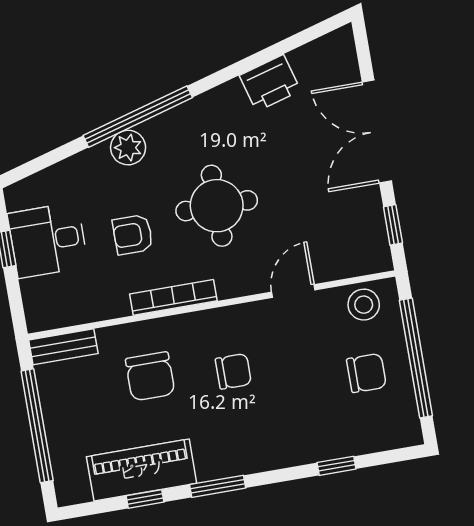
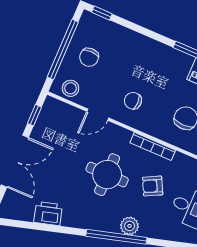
armchair: (133, 235) -> (153, 186), turned 153
chair: (233, 371) -> (133, 101), moved
chair: (366, 373) -> (89, 57), turned -90
window: (336, 466) -> (102, 13), moved

